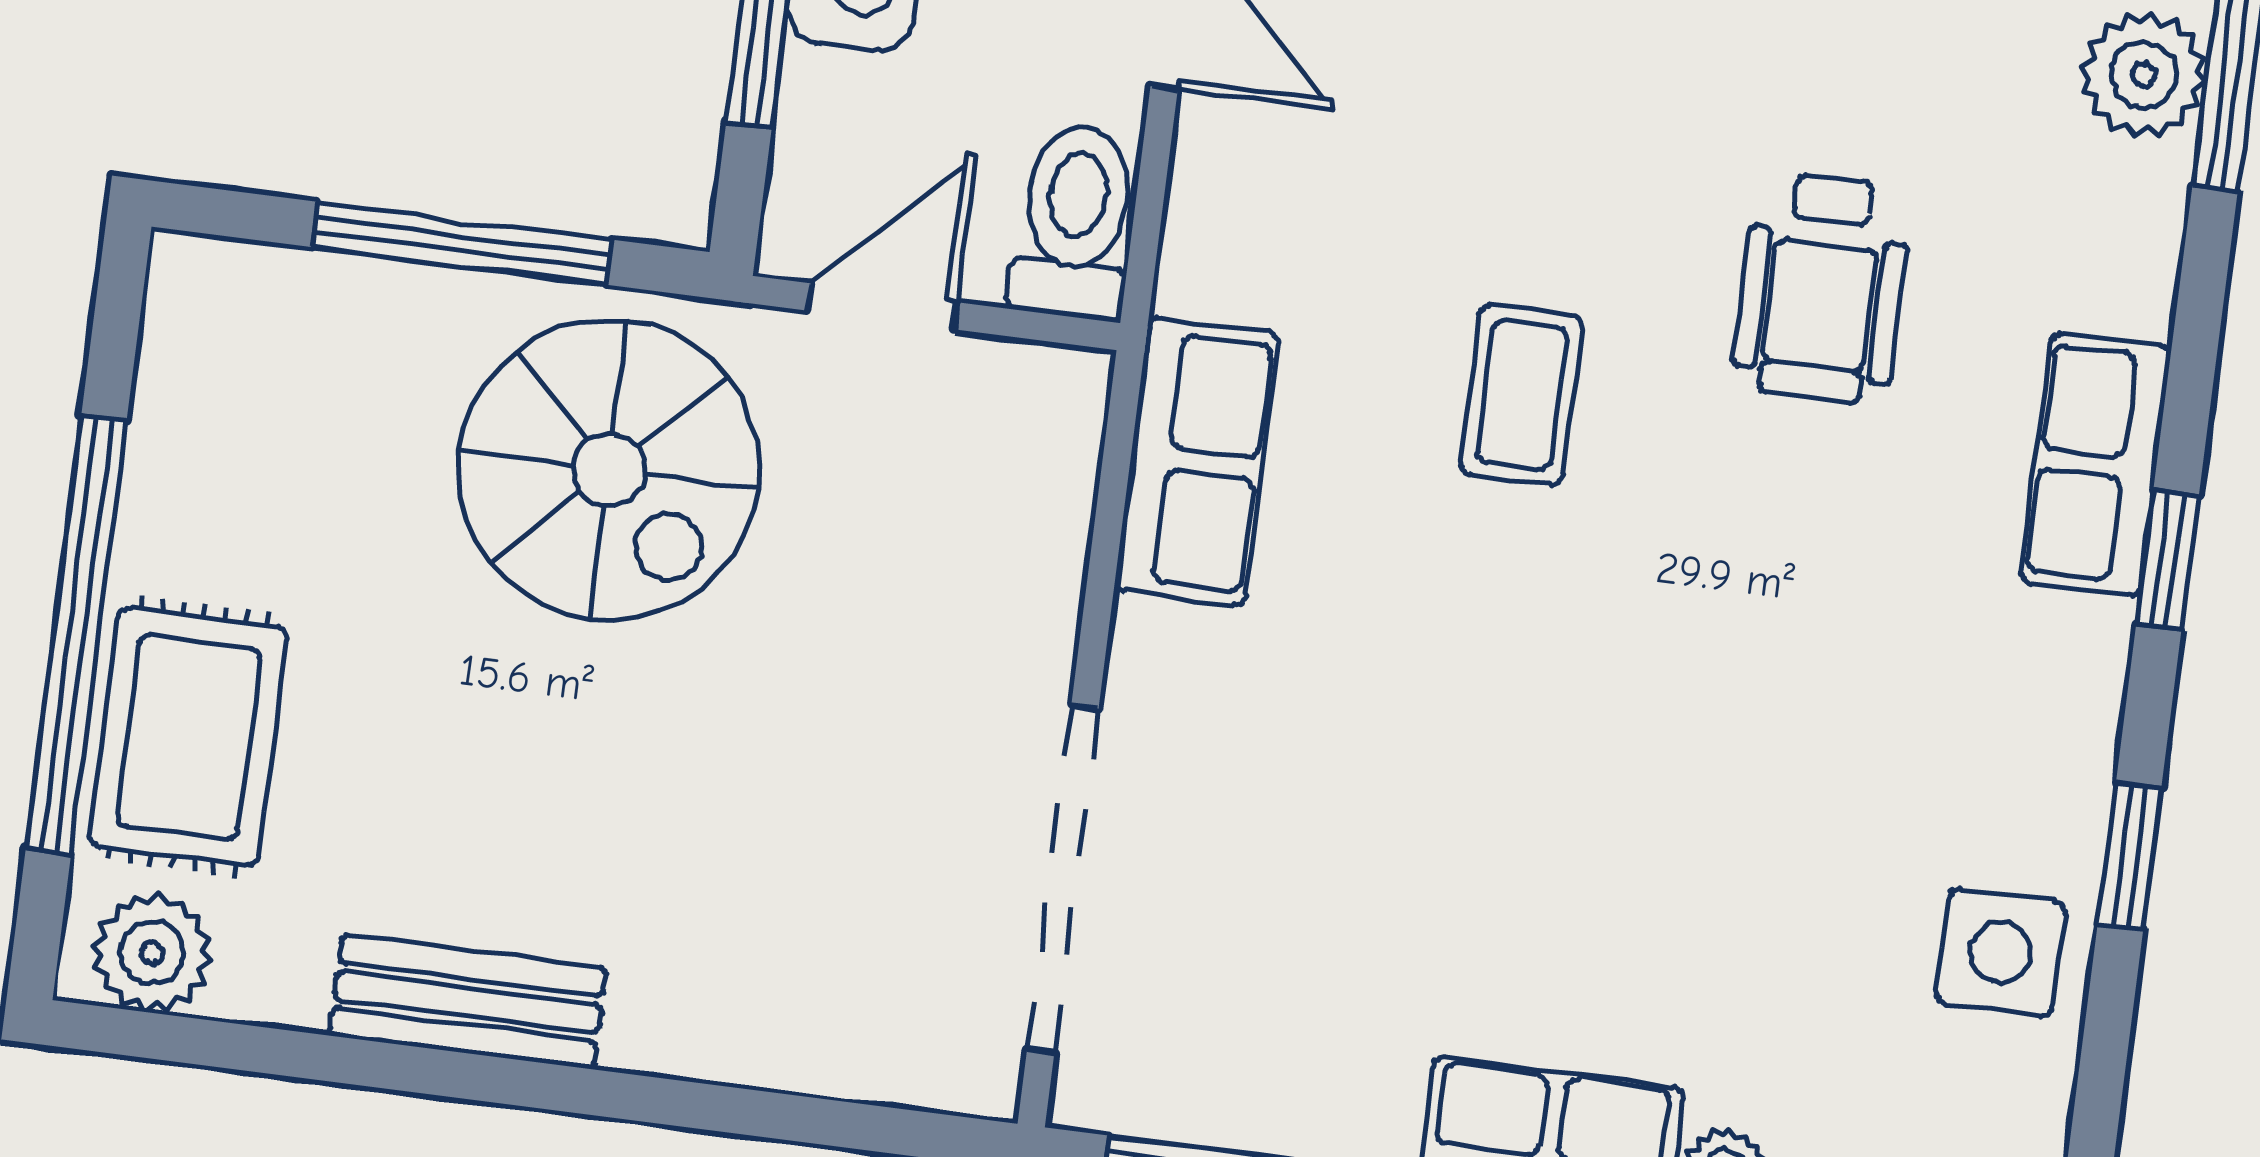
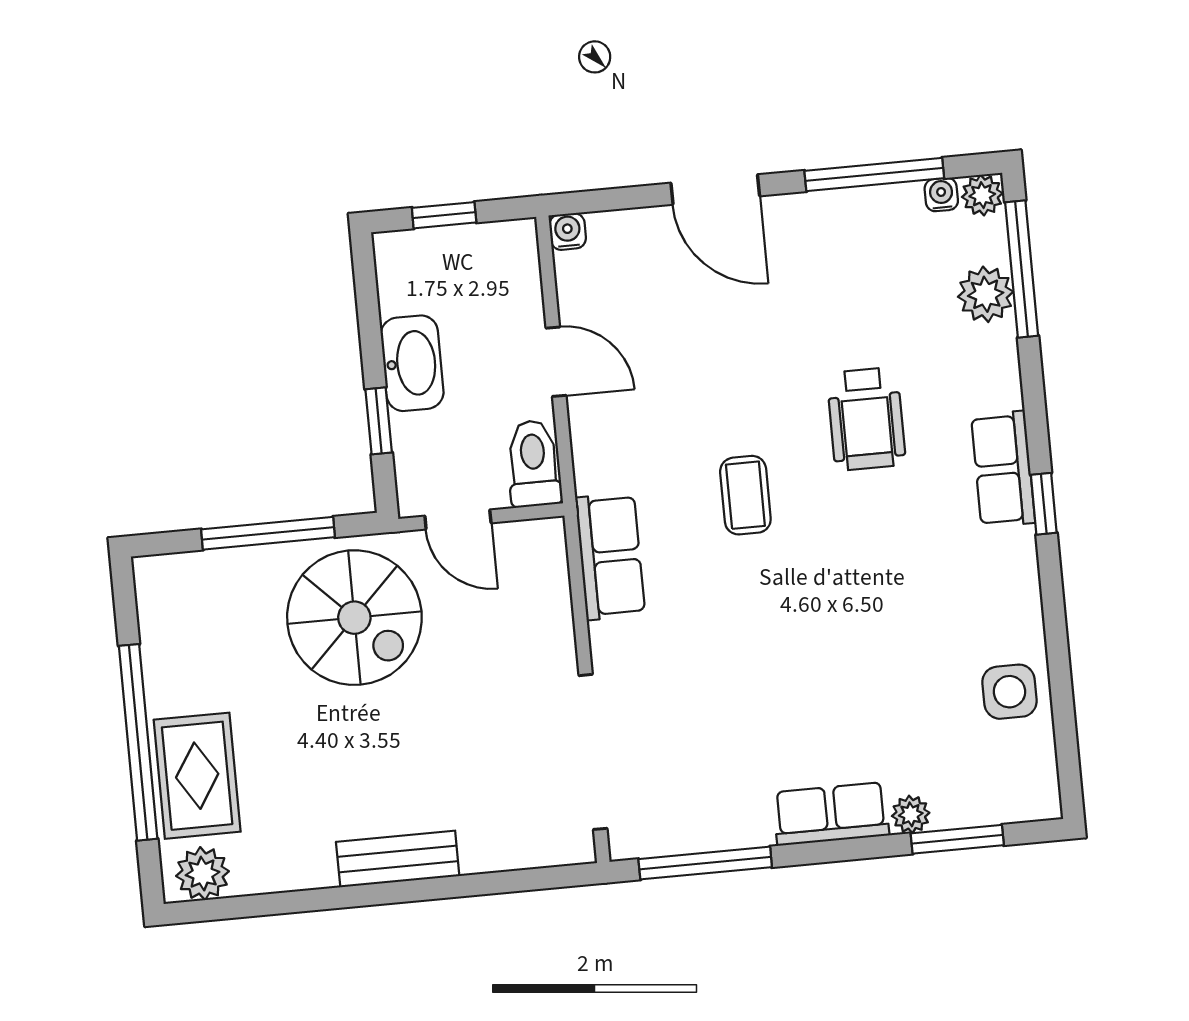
door: (883, 306) -> (458, 519), swing flipped
window: (2130, 856) -> (1056, 637), removed
bench: (468, 1002) -> (398, 859), moved

